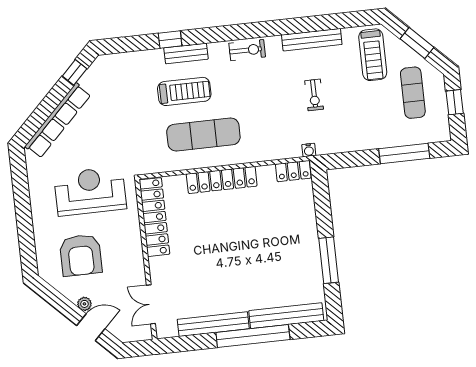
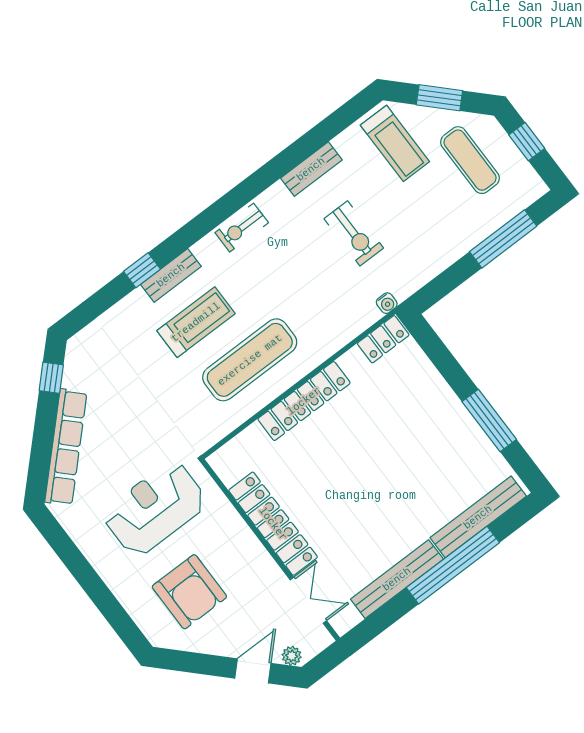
bench: (312, 40) -> (311, 169), width x0.73
exercise bike: (247, 50) -> (242, 228), turned 180
exercise bike: (314, 95) -> (354, 233), width x1.38, depth x1.39
locker: (154, 217) -> (273, 524), moved
plant: (84, 304) -> (292, 656), moved
double door: (151, 304) -> (308, 600), swing flipped

